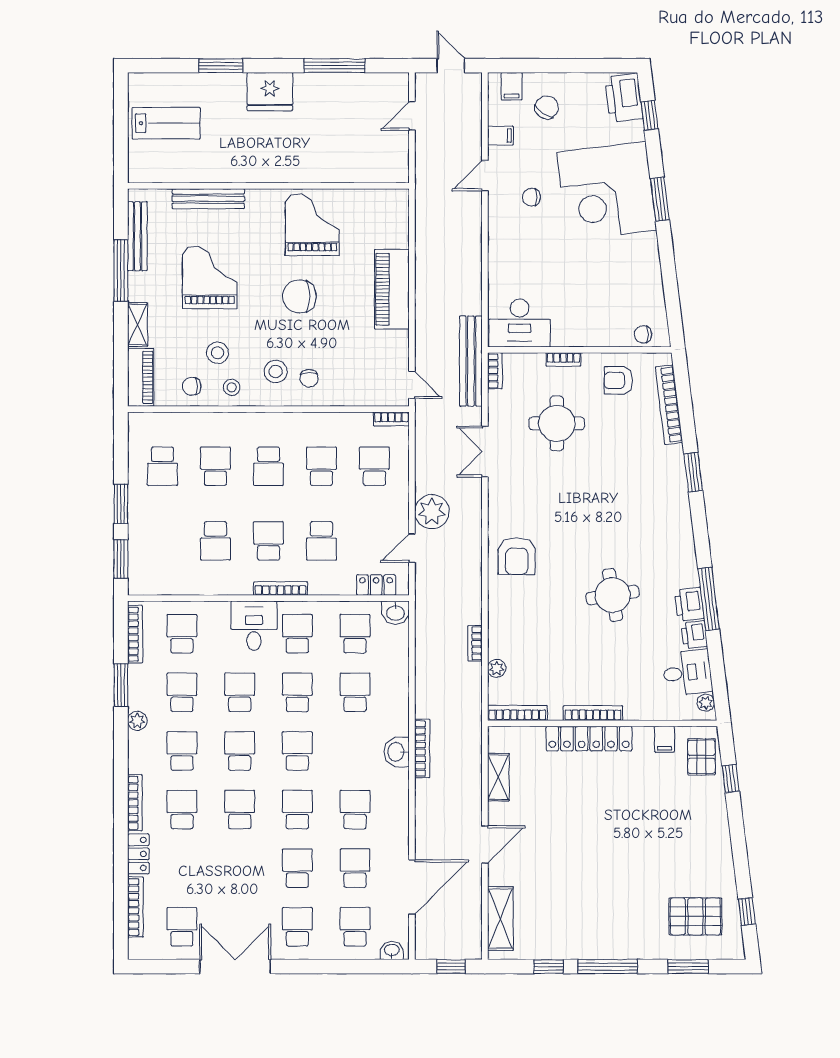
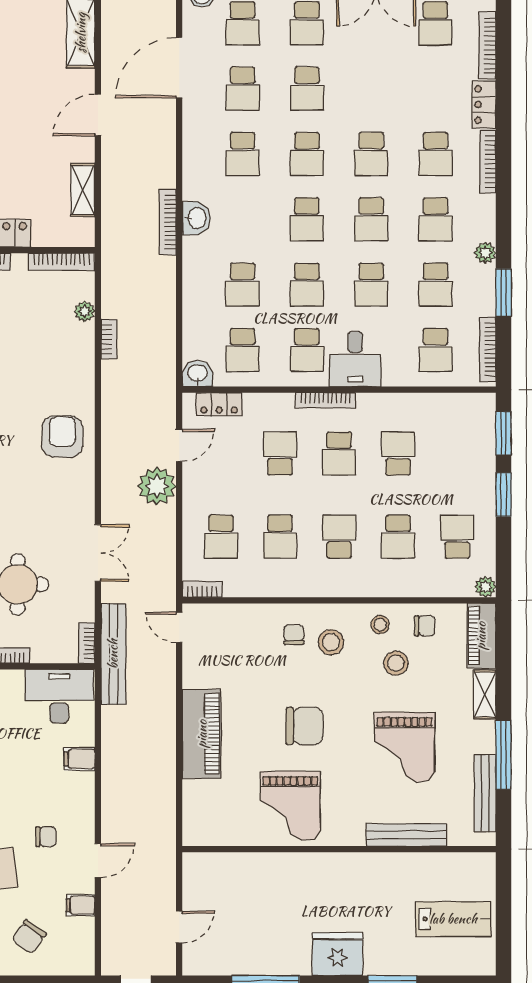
filing cabinet: (512, 86) -> (79, 759), moved, turned -90
lab bench: (166, 123) -> (453, 919), turned 180
plant: (137, 421) -> (485, 587), added

